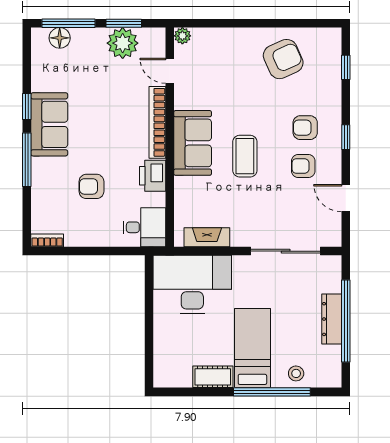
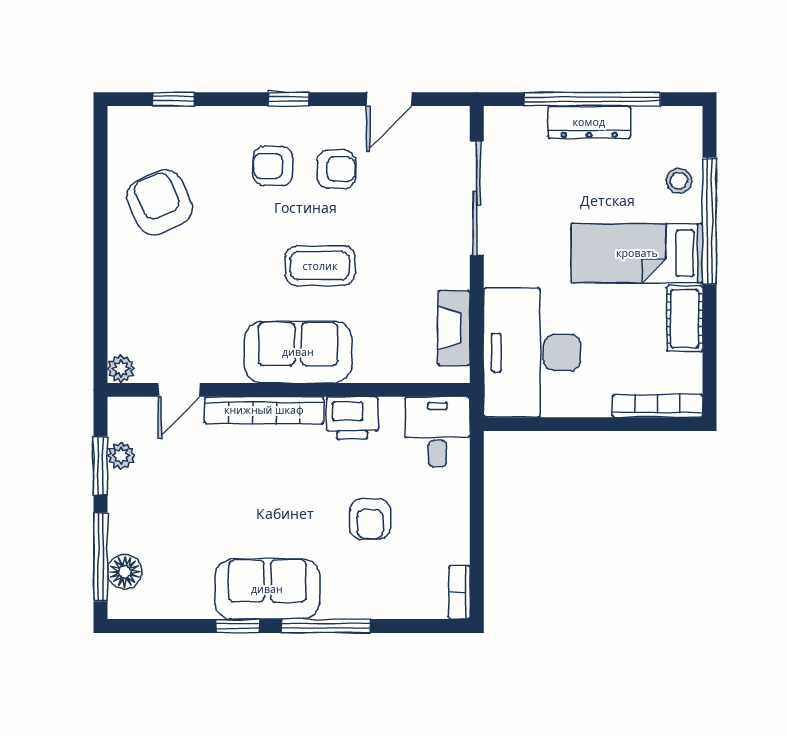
plant: (123, 43) -> (121, 456), width x0.53, depth x0.53
armchair: (305, 128) -> (273, 166), turned 90
armchair: (303, 166) -> (336, 169), turned -90
bookcase: (160, 360) -> (658, 406), added

